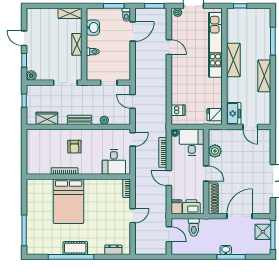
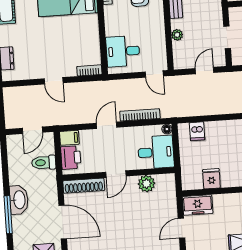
fridge: (215, 115) -> (211, 179), moved
washbasin: (226, 250) -> (19, 200), width x1.91, depth x1.45

